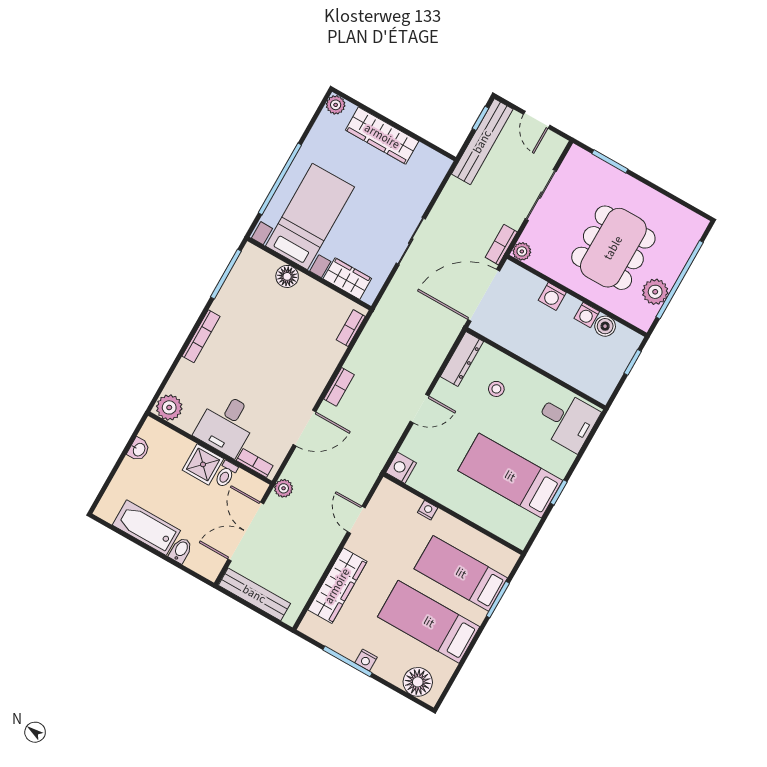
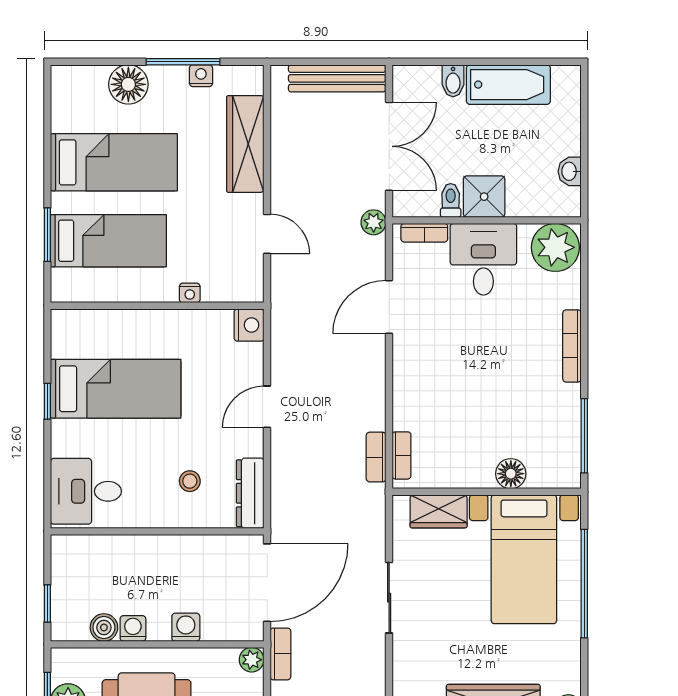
bookcase: (339, 387) -> (376, 457), moved
plant: (169, 407) -> (555, 247), width x1.36, depth x1.36
nightstand: (366, 660) -> (201, 76), moved
floor lamp: (418, 682) -> (128, 84), moved

